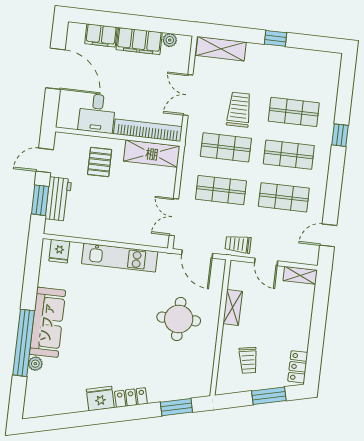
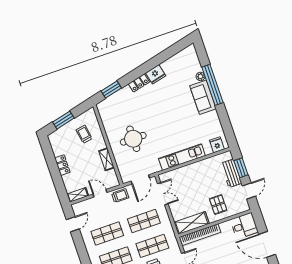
desk: (97, 113) -> (244, 226), moved, turned 90
door: (197, 254) -> (140, 179), swing flipped
sofa: (47, 322) -> (203, 97), width x0.73
locker: (298, 367) -> (62, 165), moved

